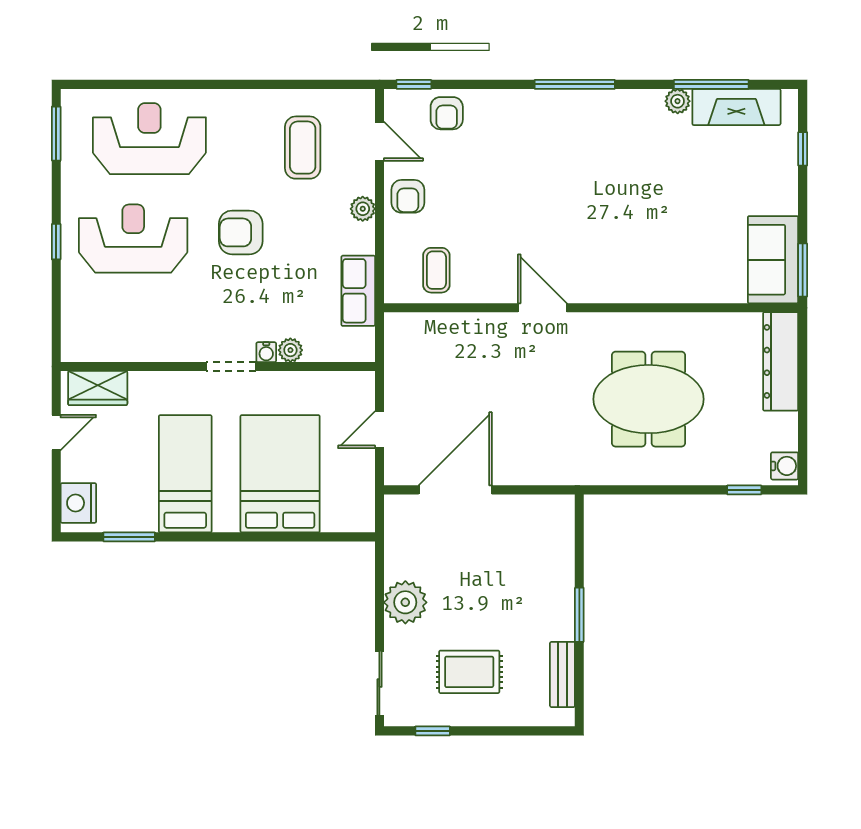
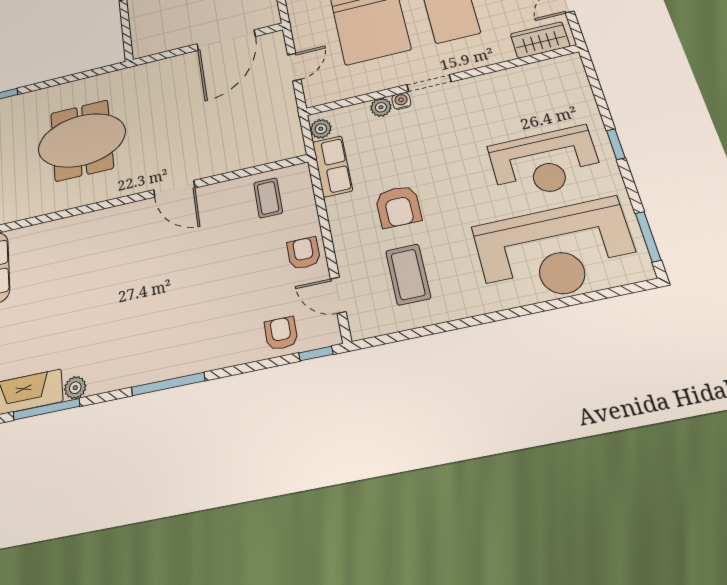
reception desk: (149, 139) -> (556, 251), width x1.36, depth x1.30
plant: (363, 209) -> (321, 129), moved
armchair: (241, 232) -> (398, 207), moved, turned 90

